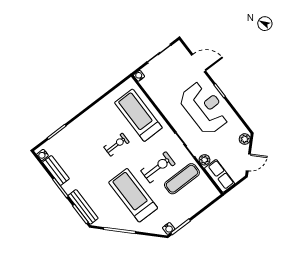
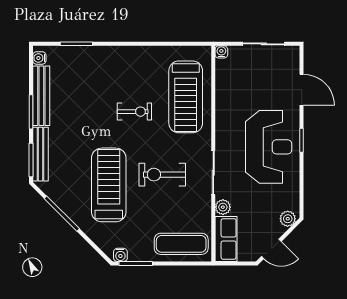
treadmill: (138, 115) -> (186, 97), turned 180
exercise bike: (158, 167) -> (162, 175), turned 180
bench: (56, 170) -> (41, 96), width x1.36
exercise mat: (182, 179) -> (181, 244), moved

